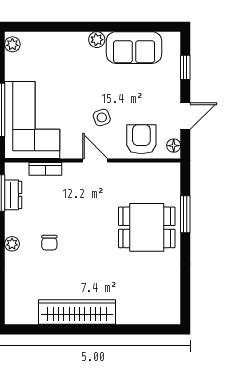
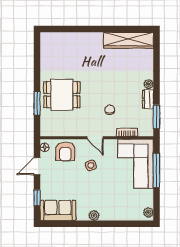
sofa: (134, 48) -> (58, 210), moved
dresser: (13, 195) -> (148, 99), moved
chair: (49, 243) -> (110, 110), moved
wardrobe: (77, 312) -> (129, 40), moved

